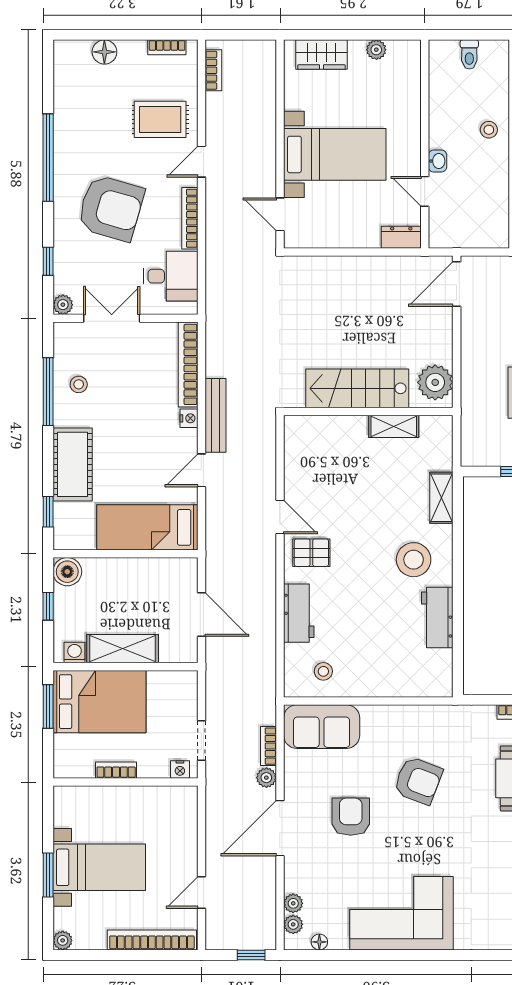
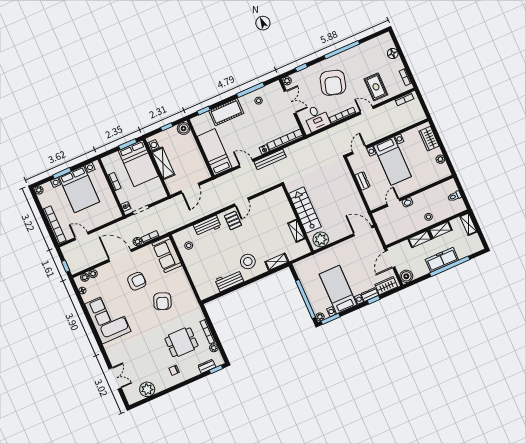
dresser: (401, 237) -> (363, 181), moved
bed with nightstands: (99, 867) -> (79, 189), width x1.36

